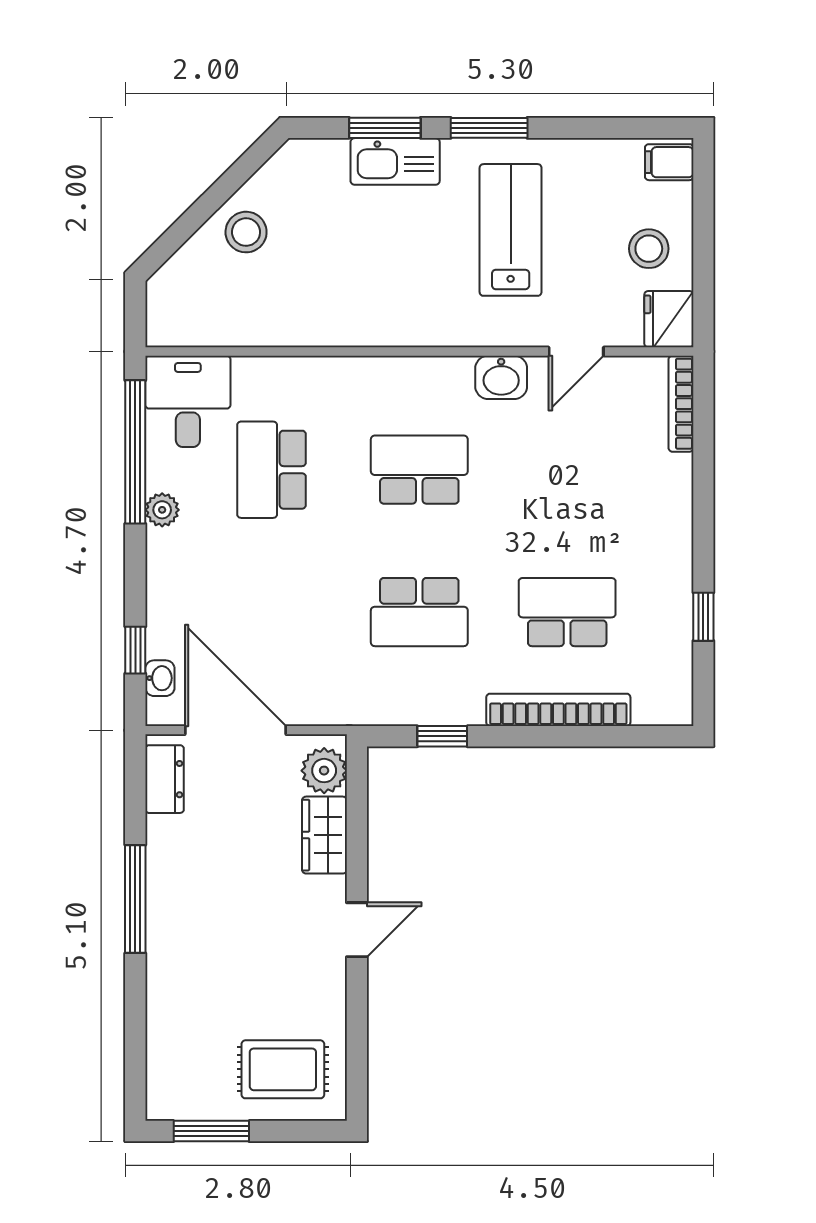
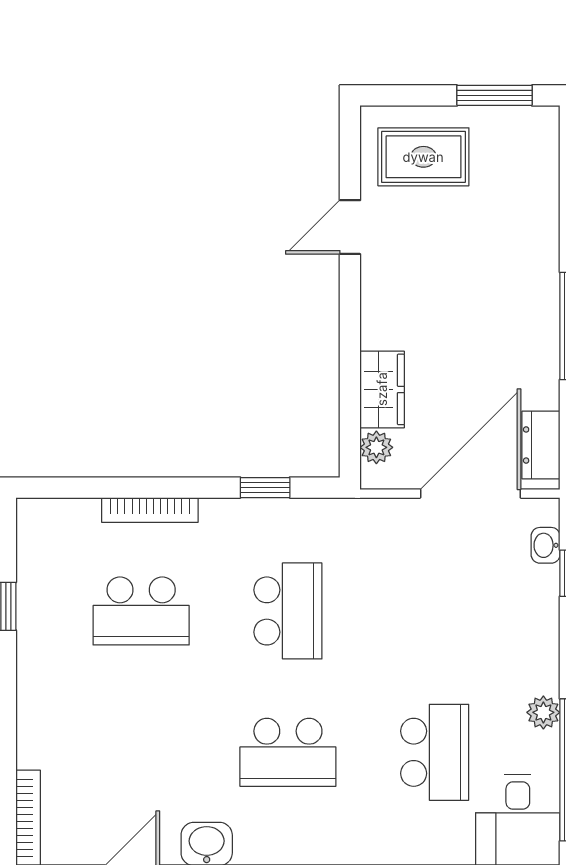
school desk: (419, 612) -> (288, 611), turned 90
bookcase: (558, 710) -> (150, 510), width x0.68, depth x0.76
door: (236, 730) -> (470, 494), swing flipped
plant: (324, 771) -> (376, 447), width x0.73, depth x0.73
door: (357, 930) -> (350, 227), moved

